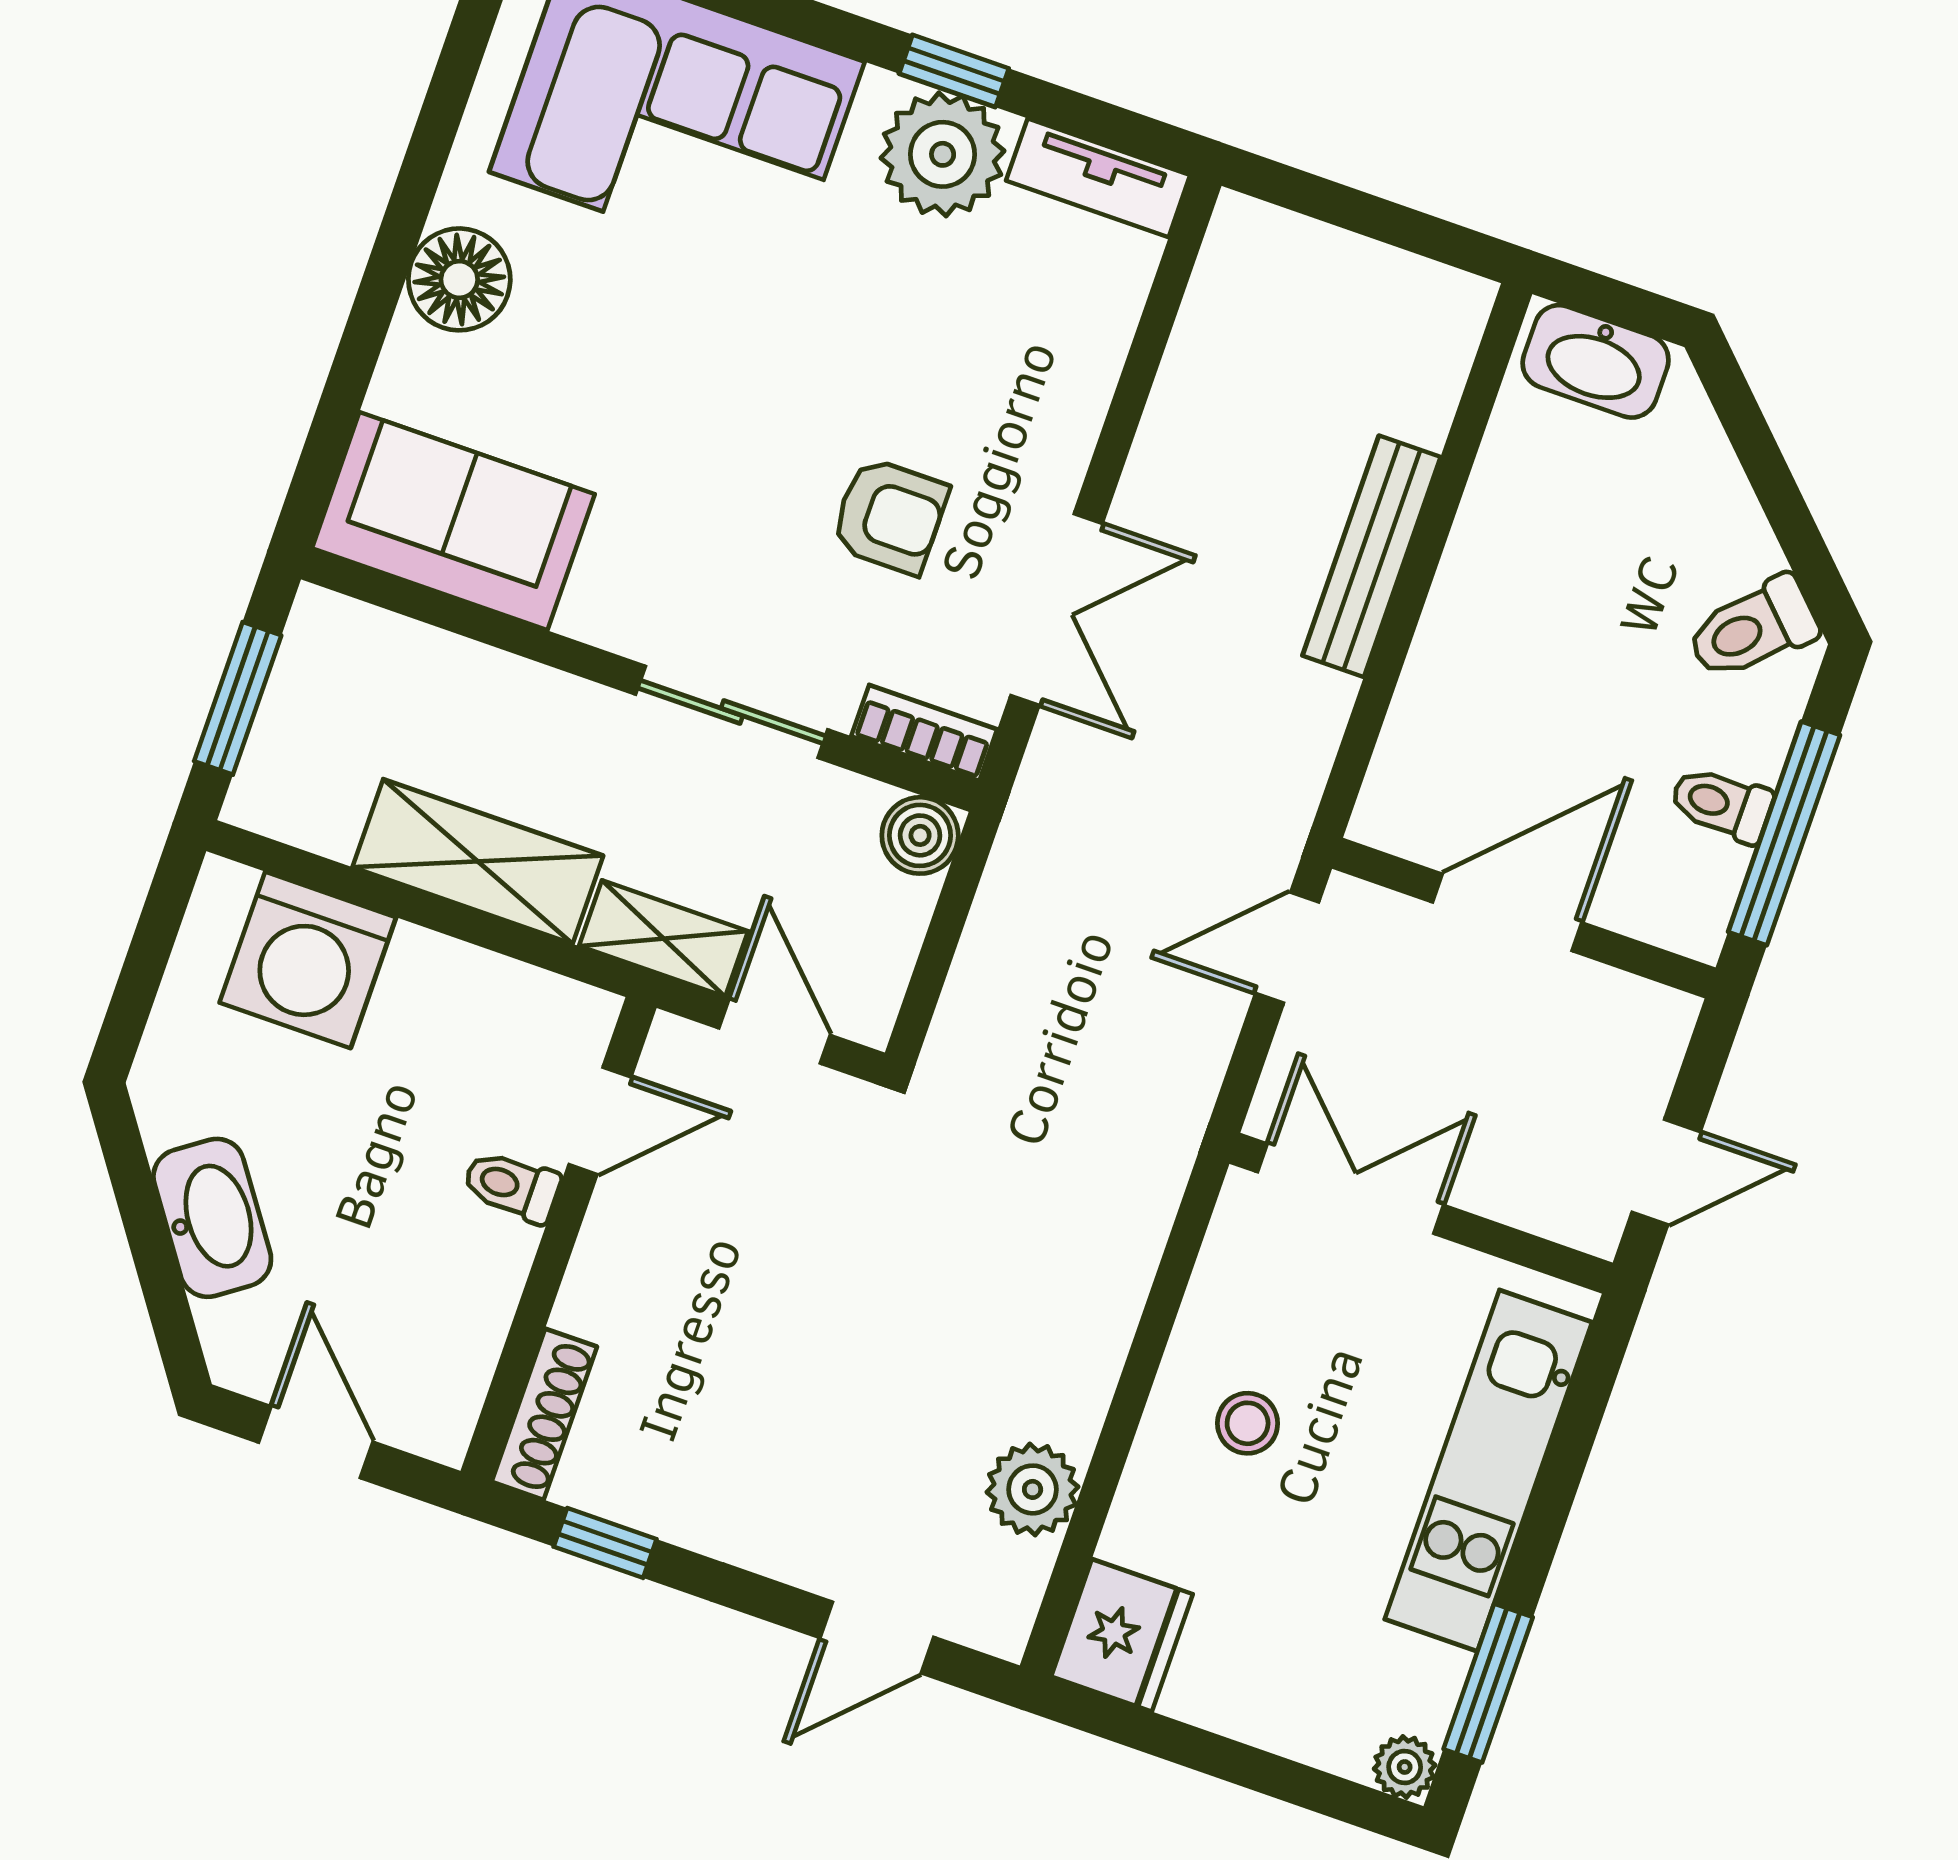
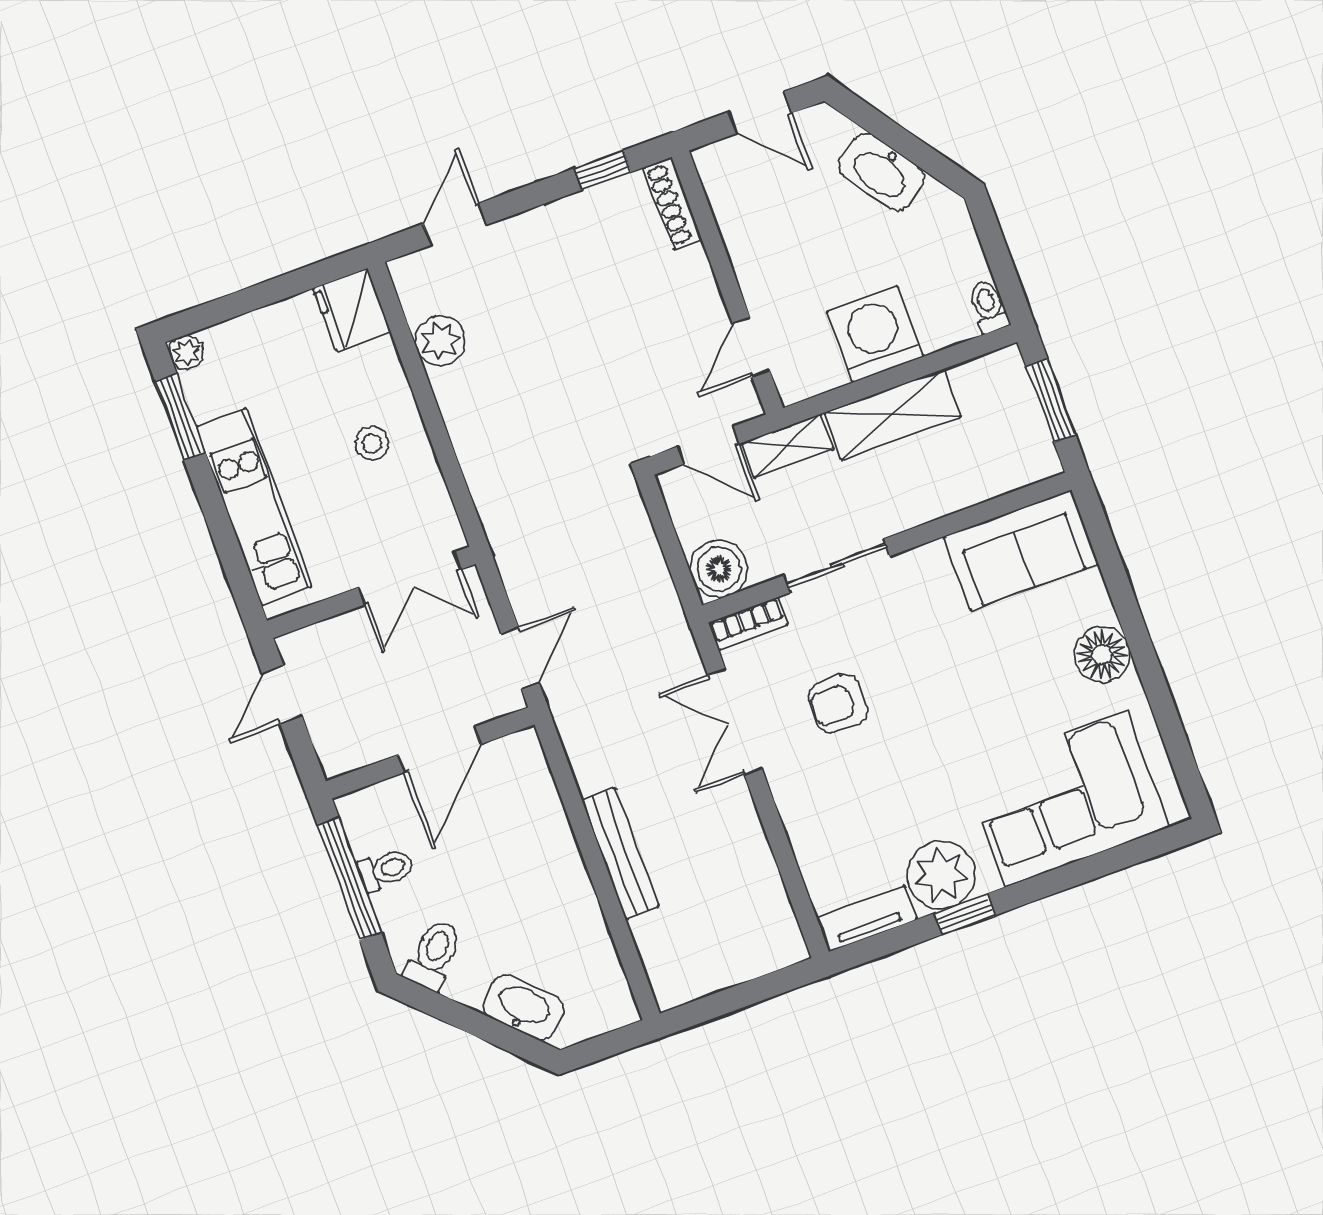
washbasin: (1596, 361) -> (523, 1008), moved, turned 45
boiler: (920, 835) -> (719, 569), width x1.36, depth x1.36
washing machine: (308, 960) -> (875, 334), moved
toilet: (512, 1186) -> (988, 307), moved, turned -90

